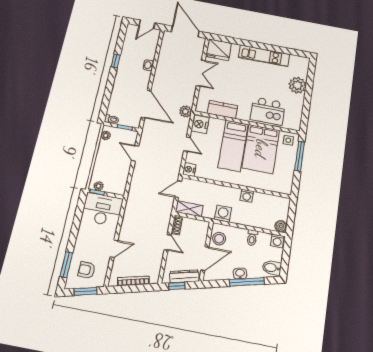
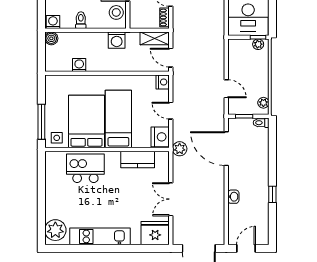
plant: (297, 85) -> (55, 230), moved
door: (178, 189) -> (171, 58), swing flipped
washing machine: (247, 196) -> (79, 65), moved

